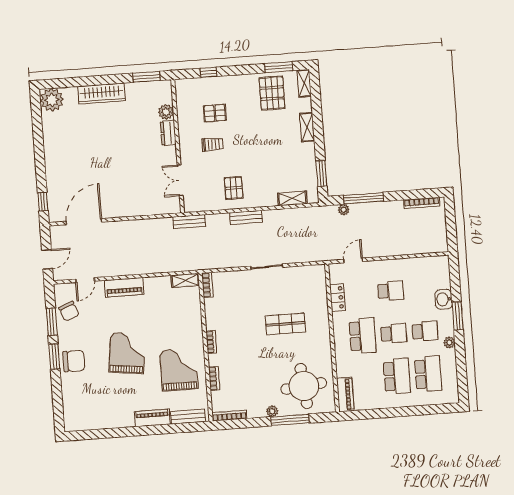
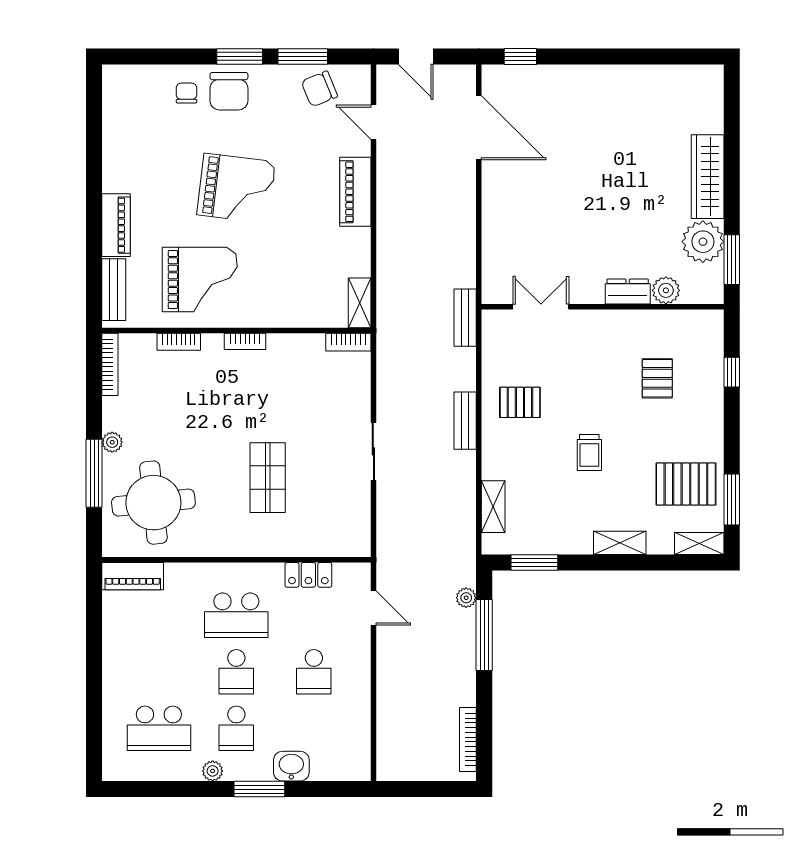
plant: (52, 100) -> (703, 242), moved
trolley: (212, 144) -> (589, 452), moved
school desk: (397, 376) -> (159, 672), removed
chair: (77, 384) -> (186, 93), added

